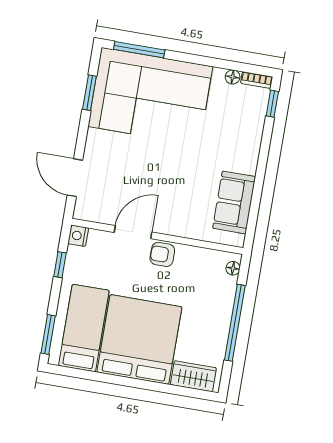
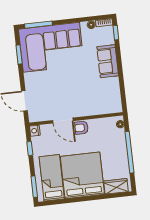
sofa: (234, 202) -> (108, 61), moved
door: (133, 232) -> (63, 121), swing flipped

